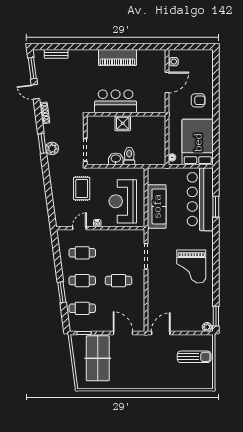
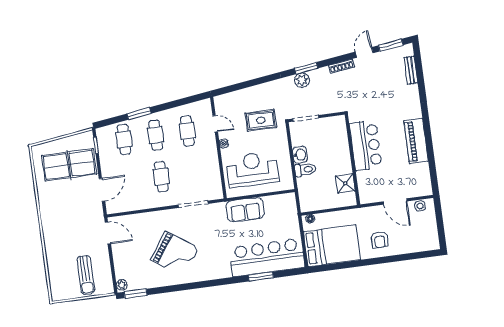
shower: (123, 123) -> (345, 183), moved
sofa: (157, 206) -> (245, 210), width x0.73
grand piano: (191, 267) -> (175, 254), moved, turned -145

